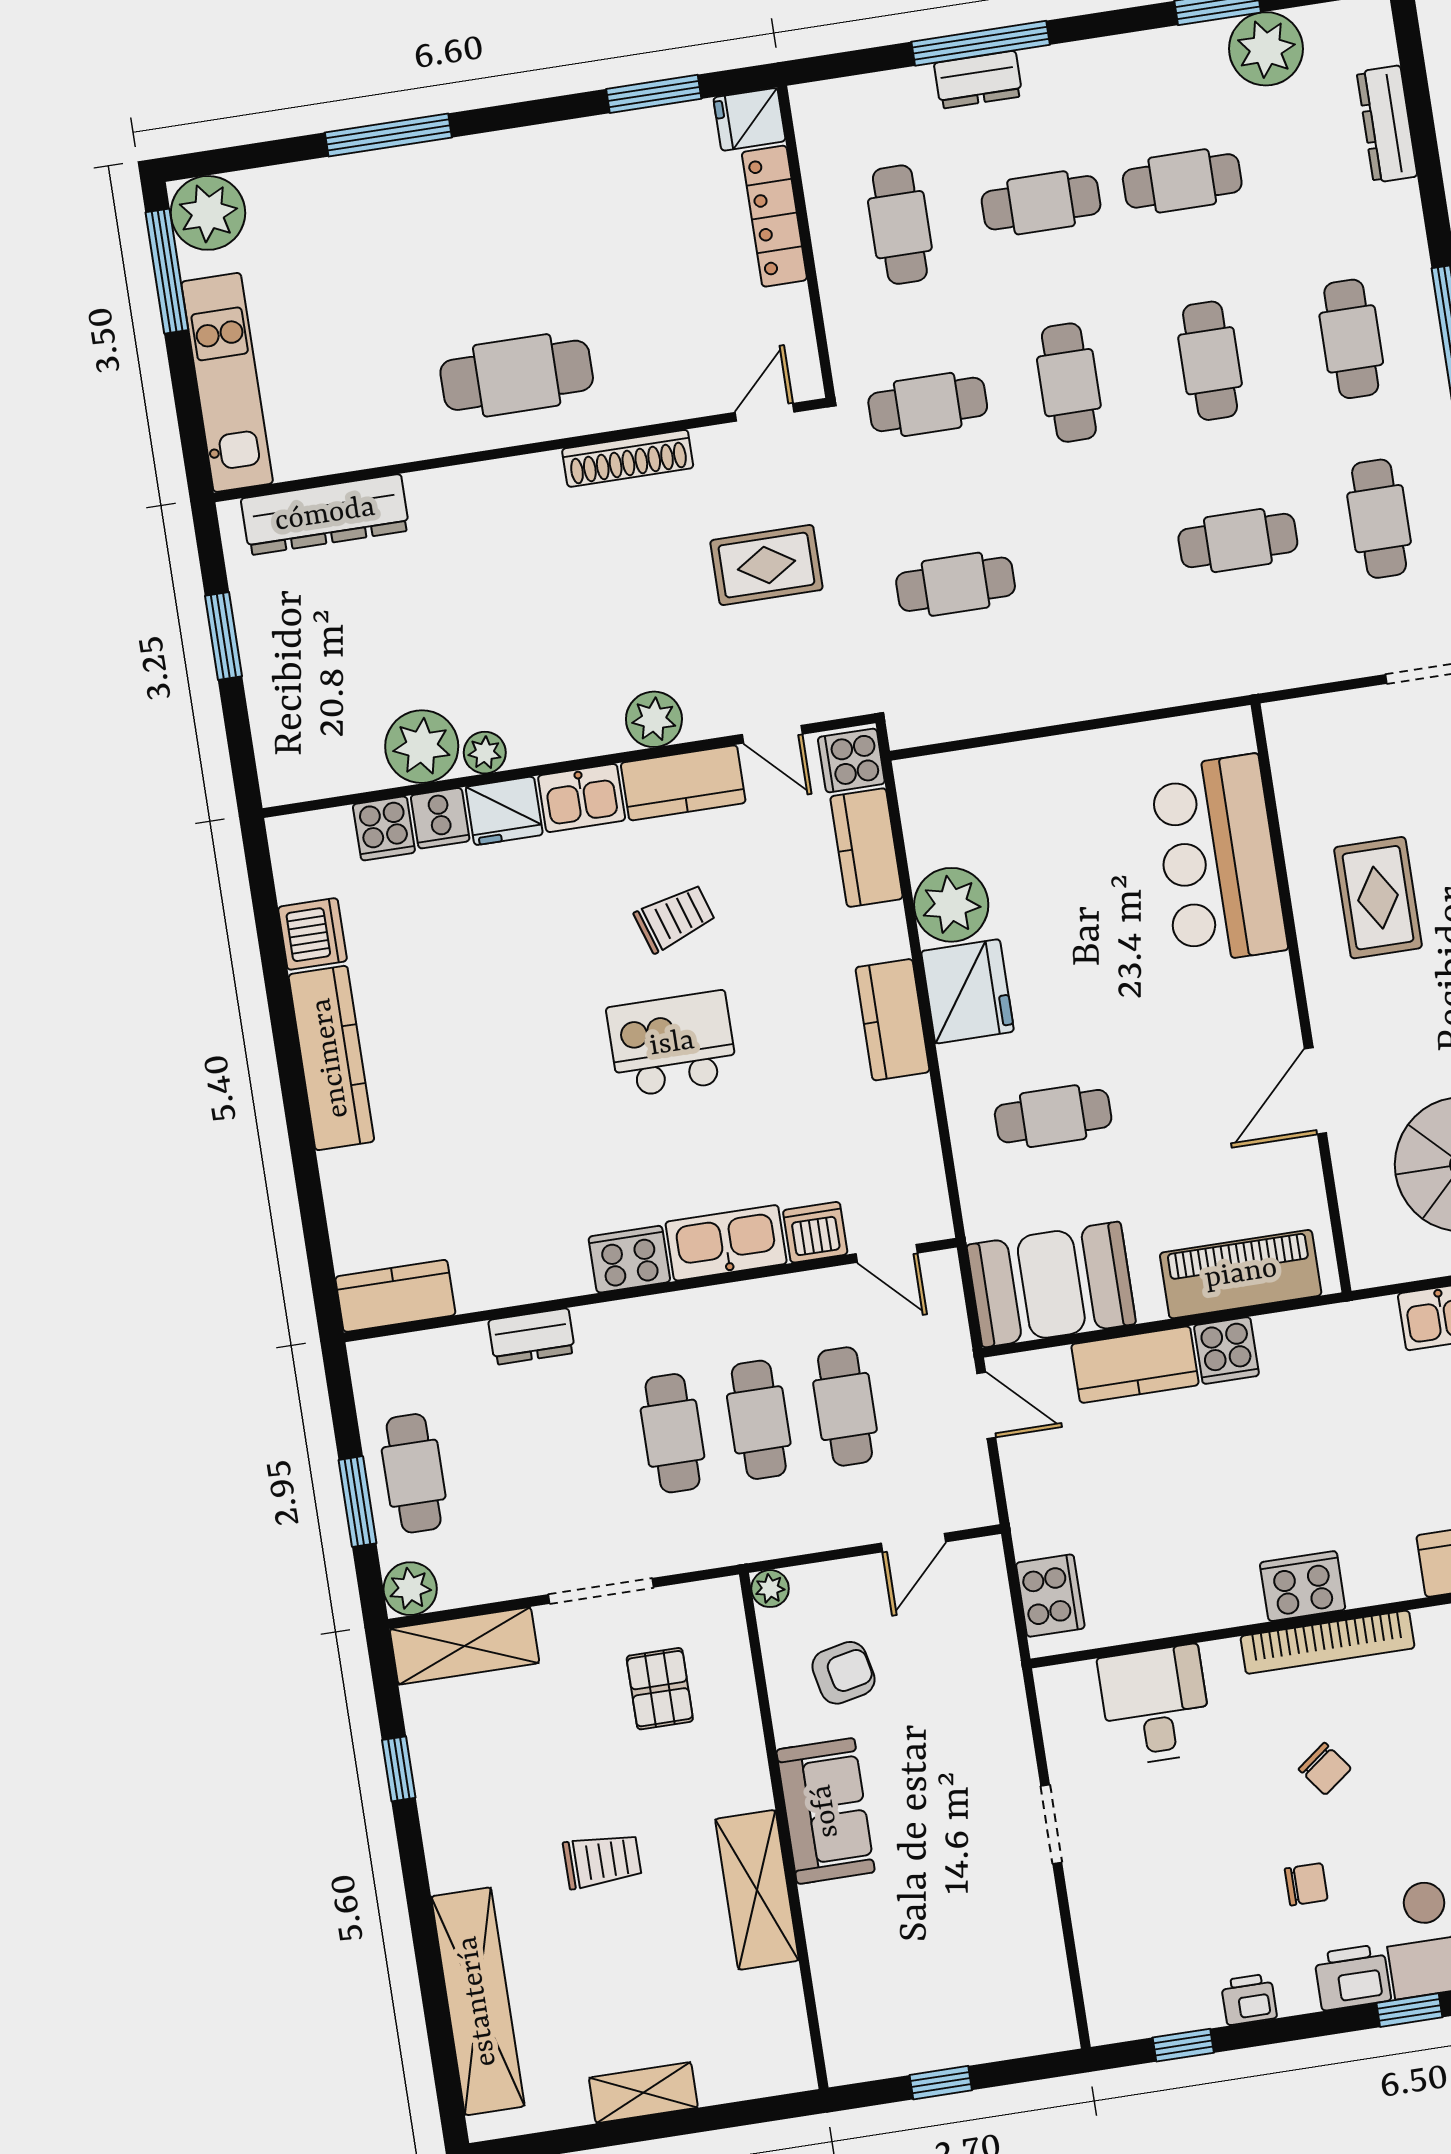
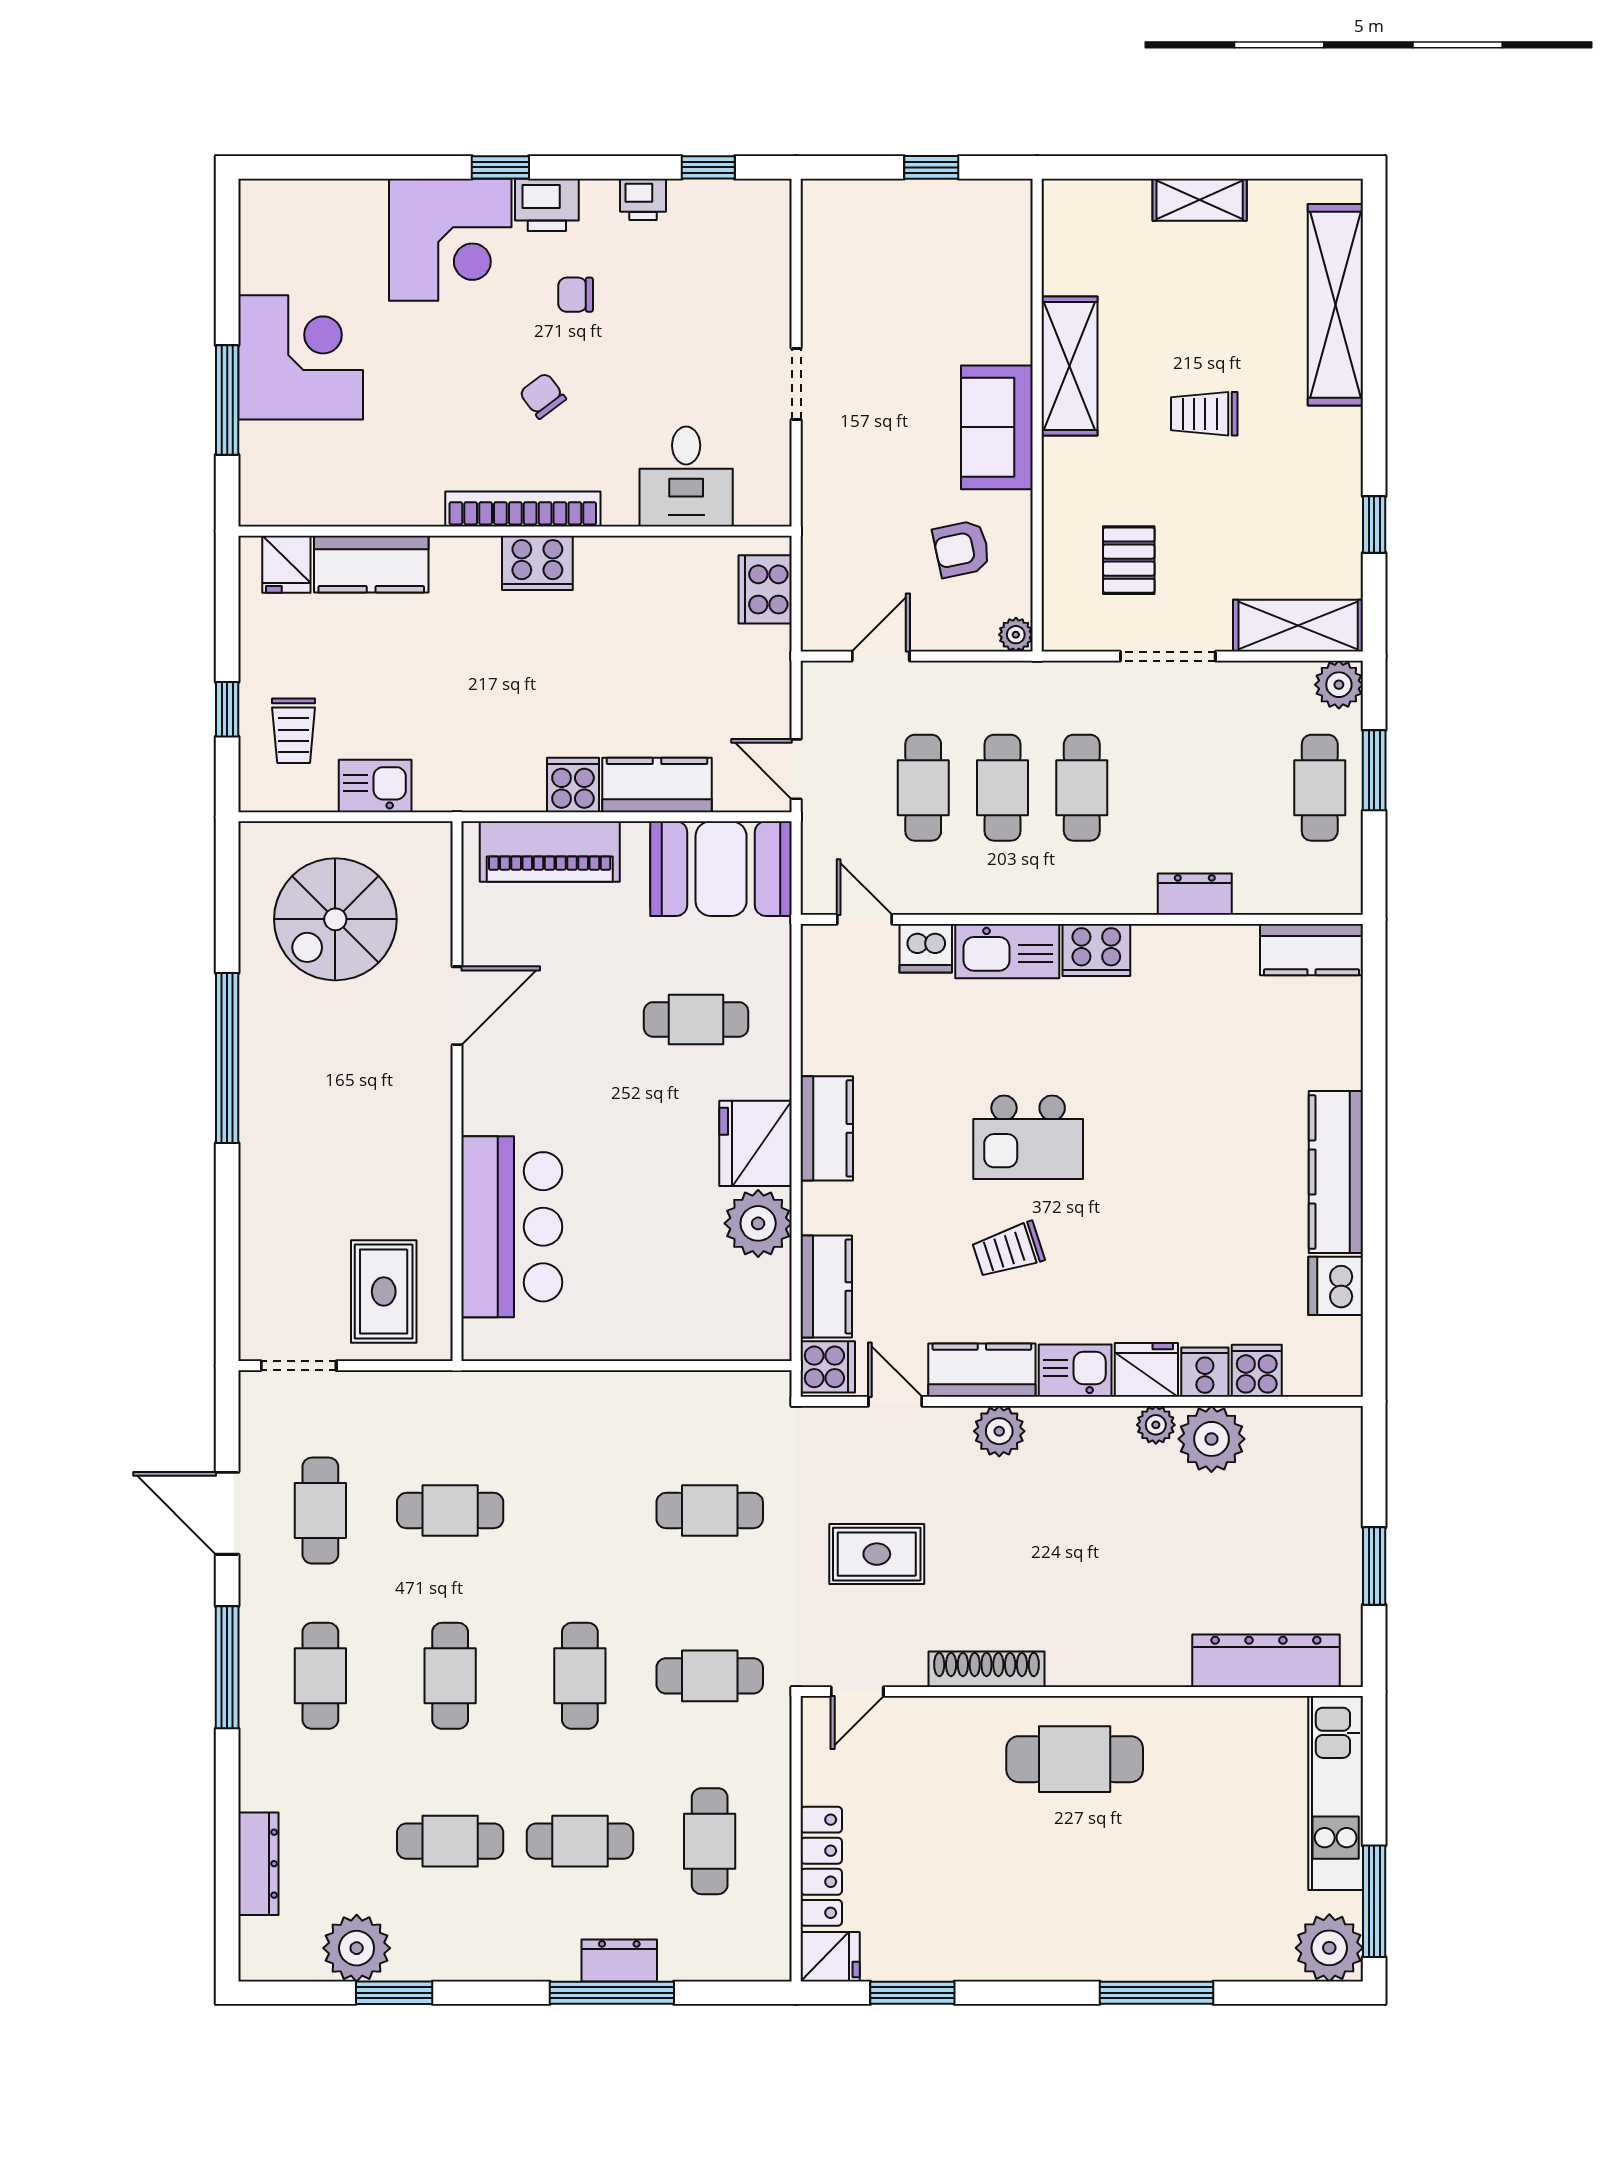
rug: (1378, 898) -> (384, 1292), moved

